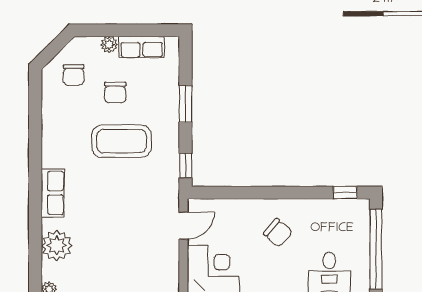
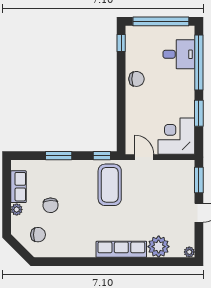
chair: (115, 93) -> (51, 205), turned 87
coffee table: (122, 141) -> (110, 185), moved
row of seats: (53, 193) -> (121, 249), width x1.48
chair: (278, 233) -> (137, 79), moved, turned 49

